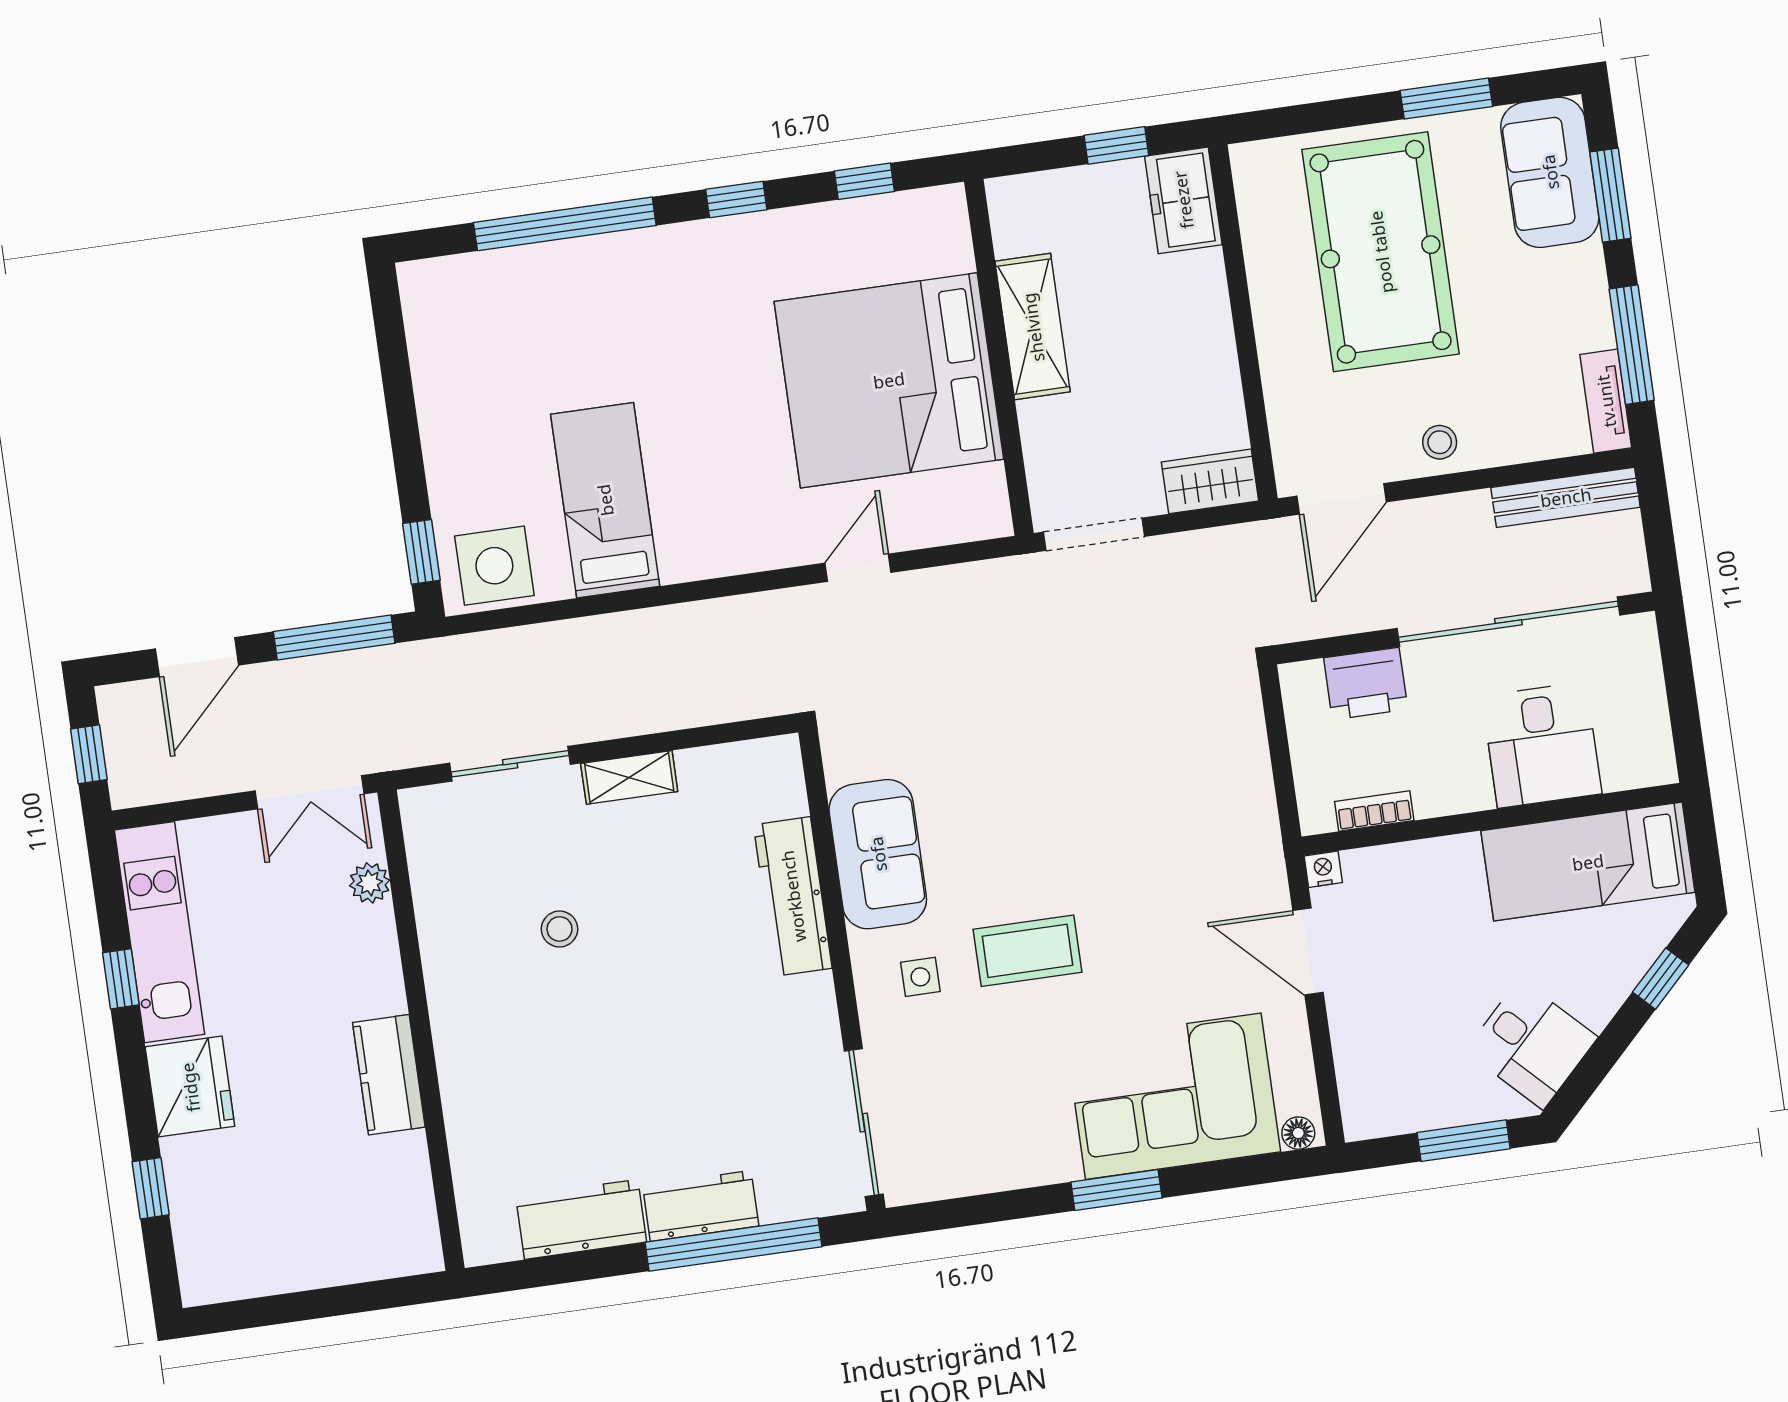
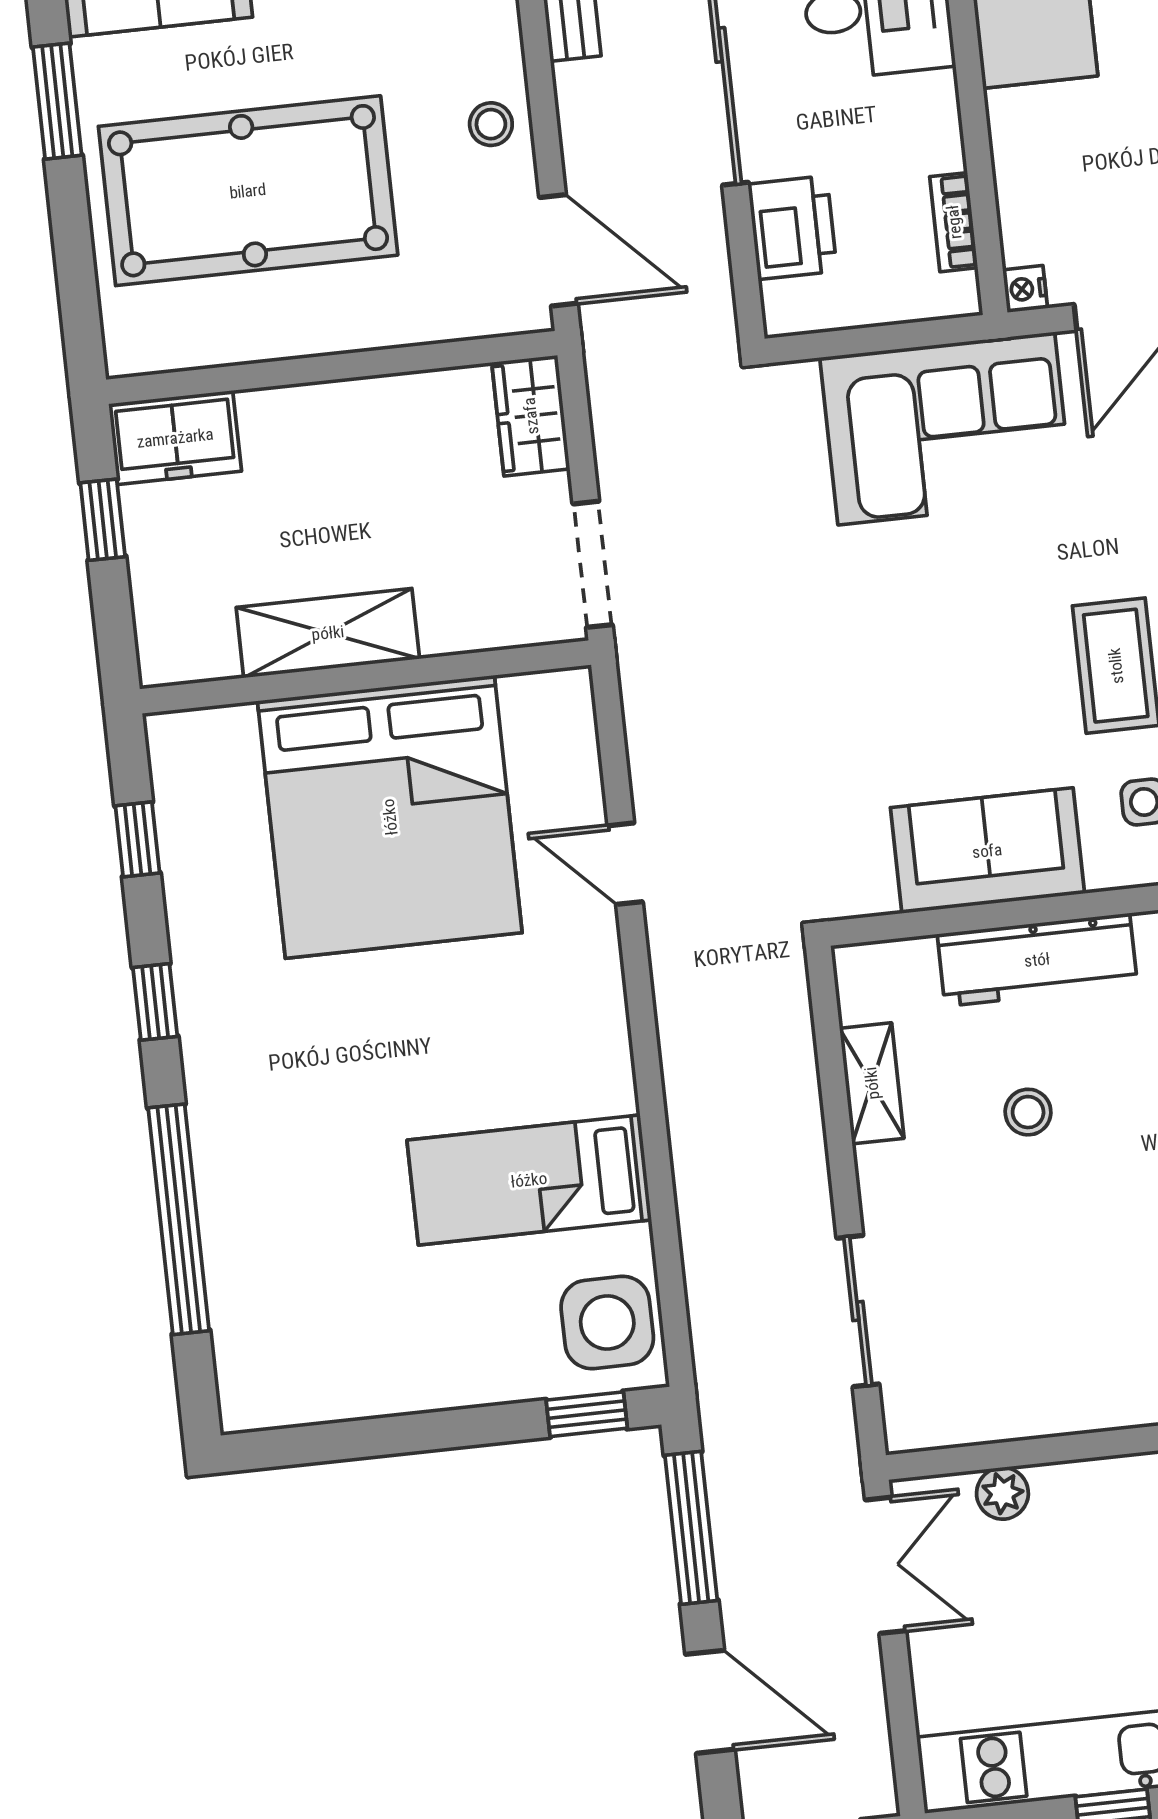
shelving: (629, 777) -> (872, 1083), moved
corner sofa: (1211, 810) -> (946, 428), added
stool: (560, 929) -> (1028, 1112), moved

